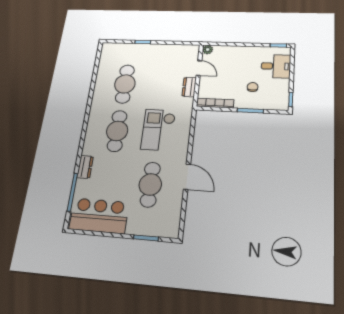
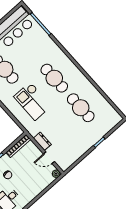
checkout: (158, 130) -> (33, 101), turned 180
dresser: (85, 167) -> (49, 43), removed

